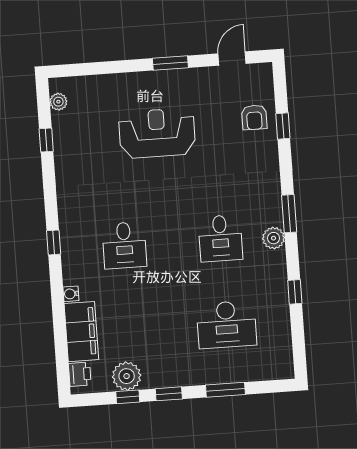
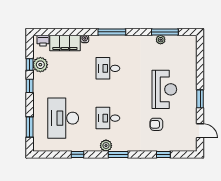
plant: (58, 102) -> (161, 40), moved
armchair: (254, 117) -> (156, 124), moved
window: (46, 140) -> (165, 32), width x2.17
window: (54, 242) -> (112, 32), width x2.17
desk: (227, 324) -> (63, 118), width x1.36, depth x1.30
window: (225, 390) -> (30, 127), moved

